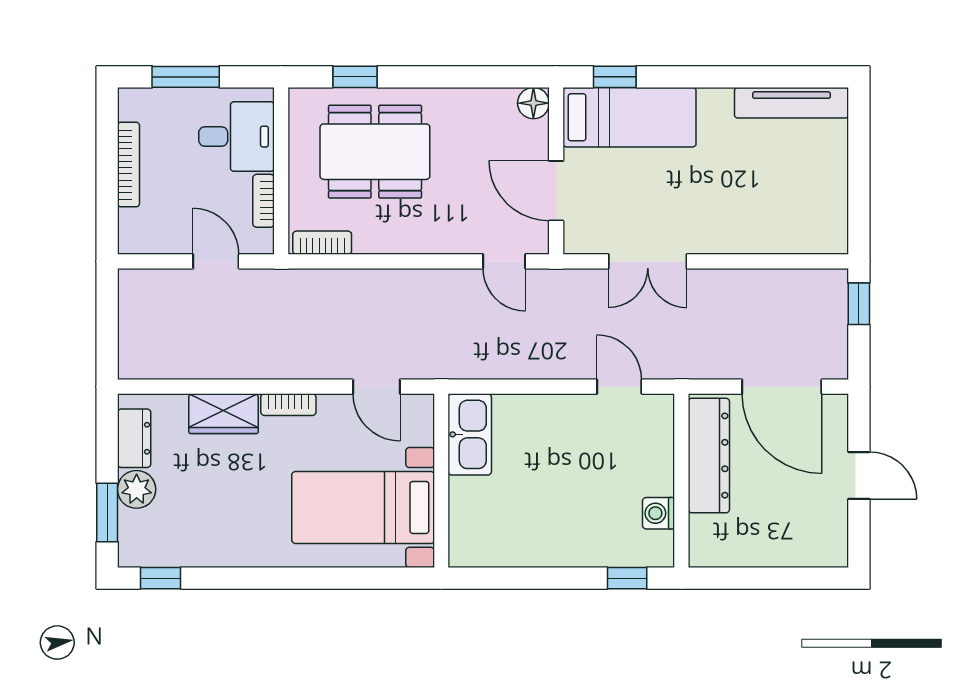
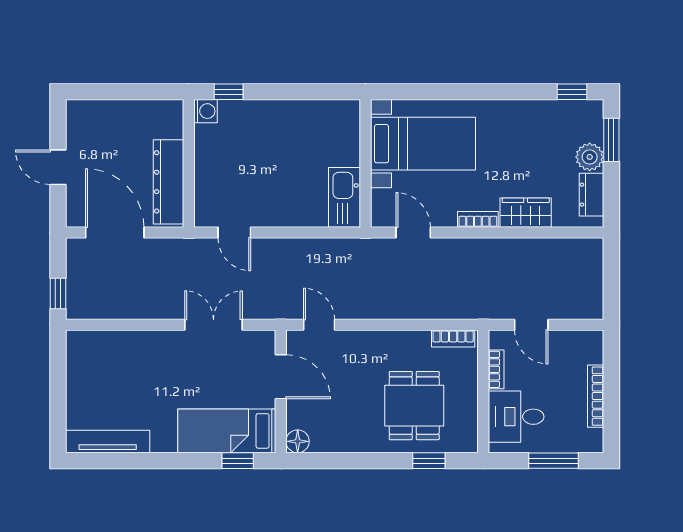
dining table: (375, 152) -> (414, 406), width x0.73
washing machine: (659, 513) -> (205, 111), moved

